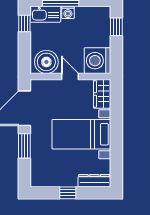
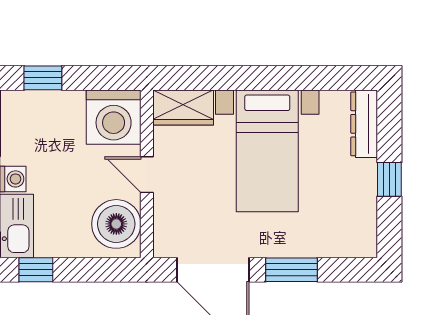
door: (70, 77) -> (147, 175), hinge flipped

